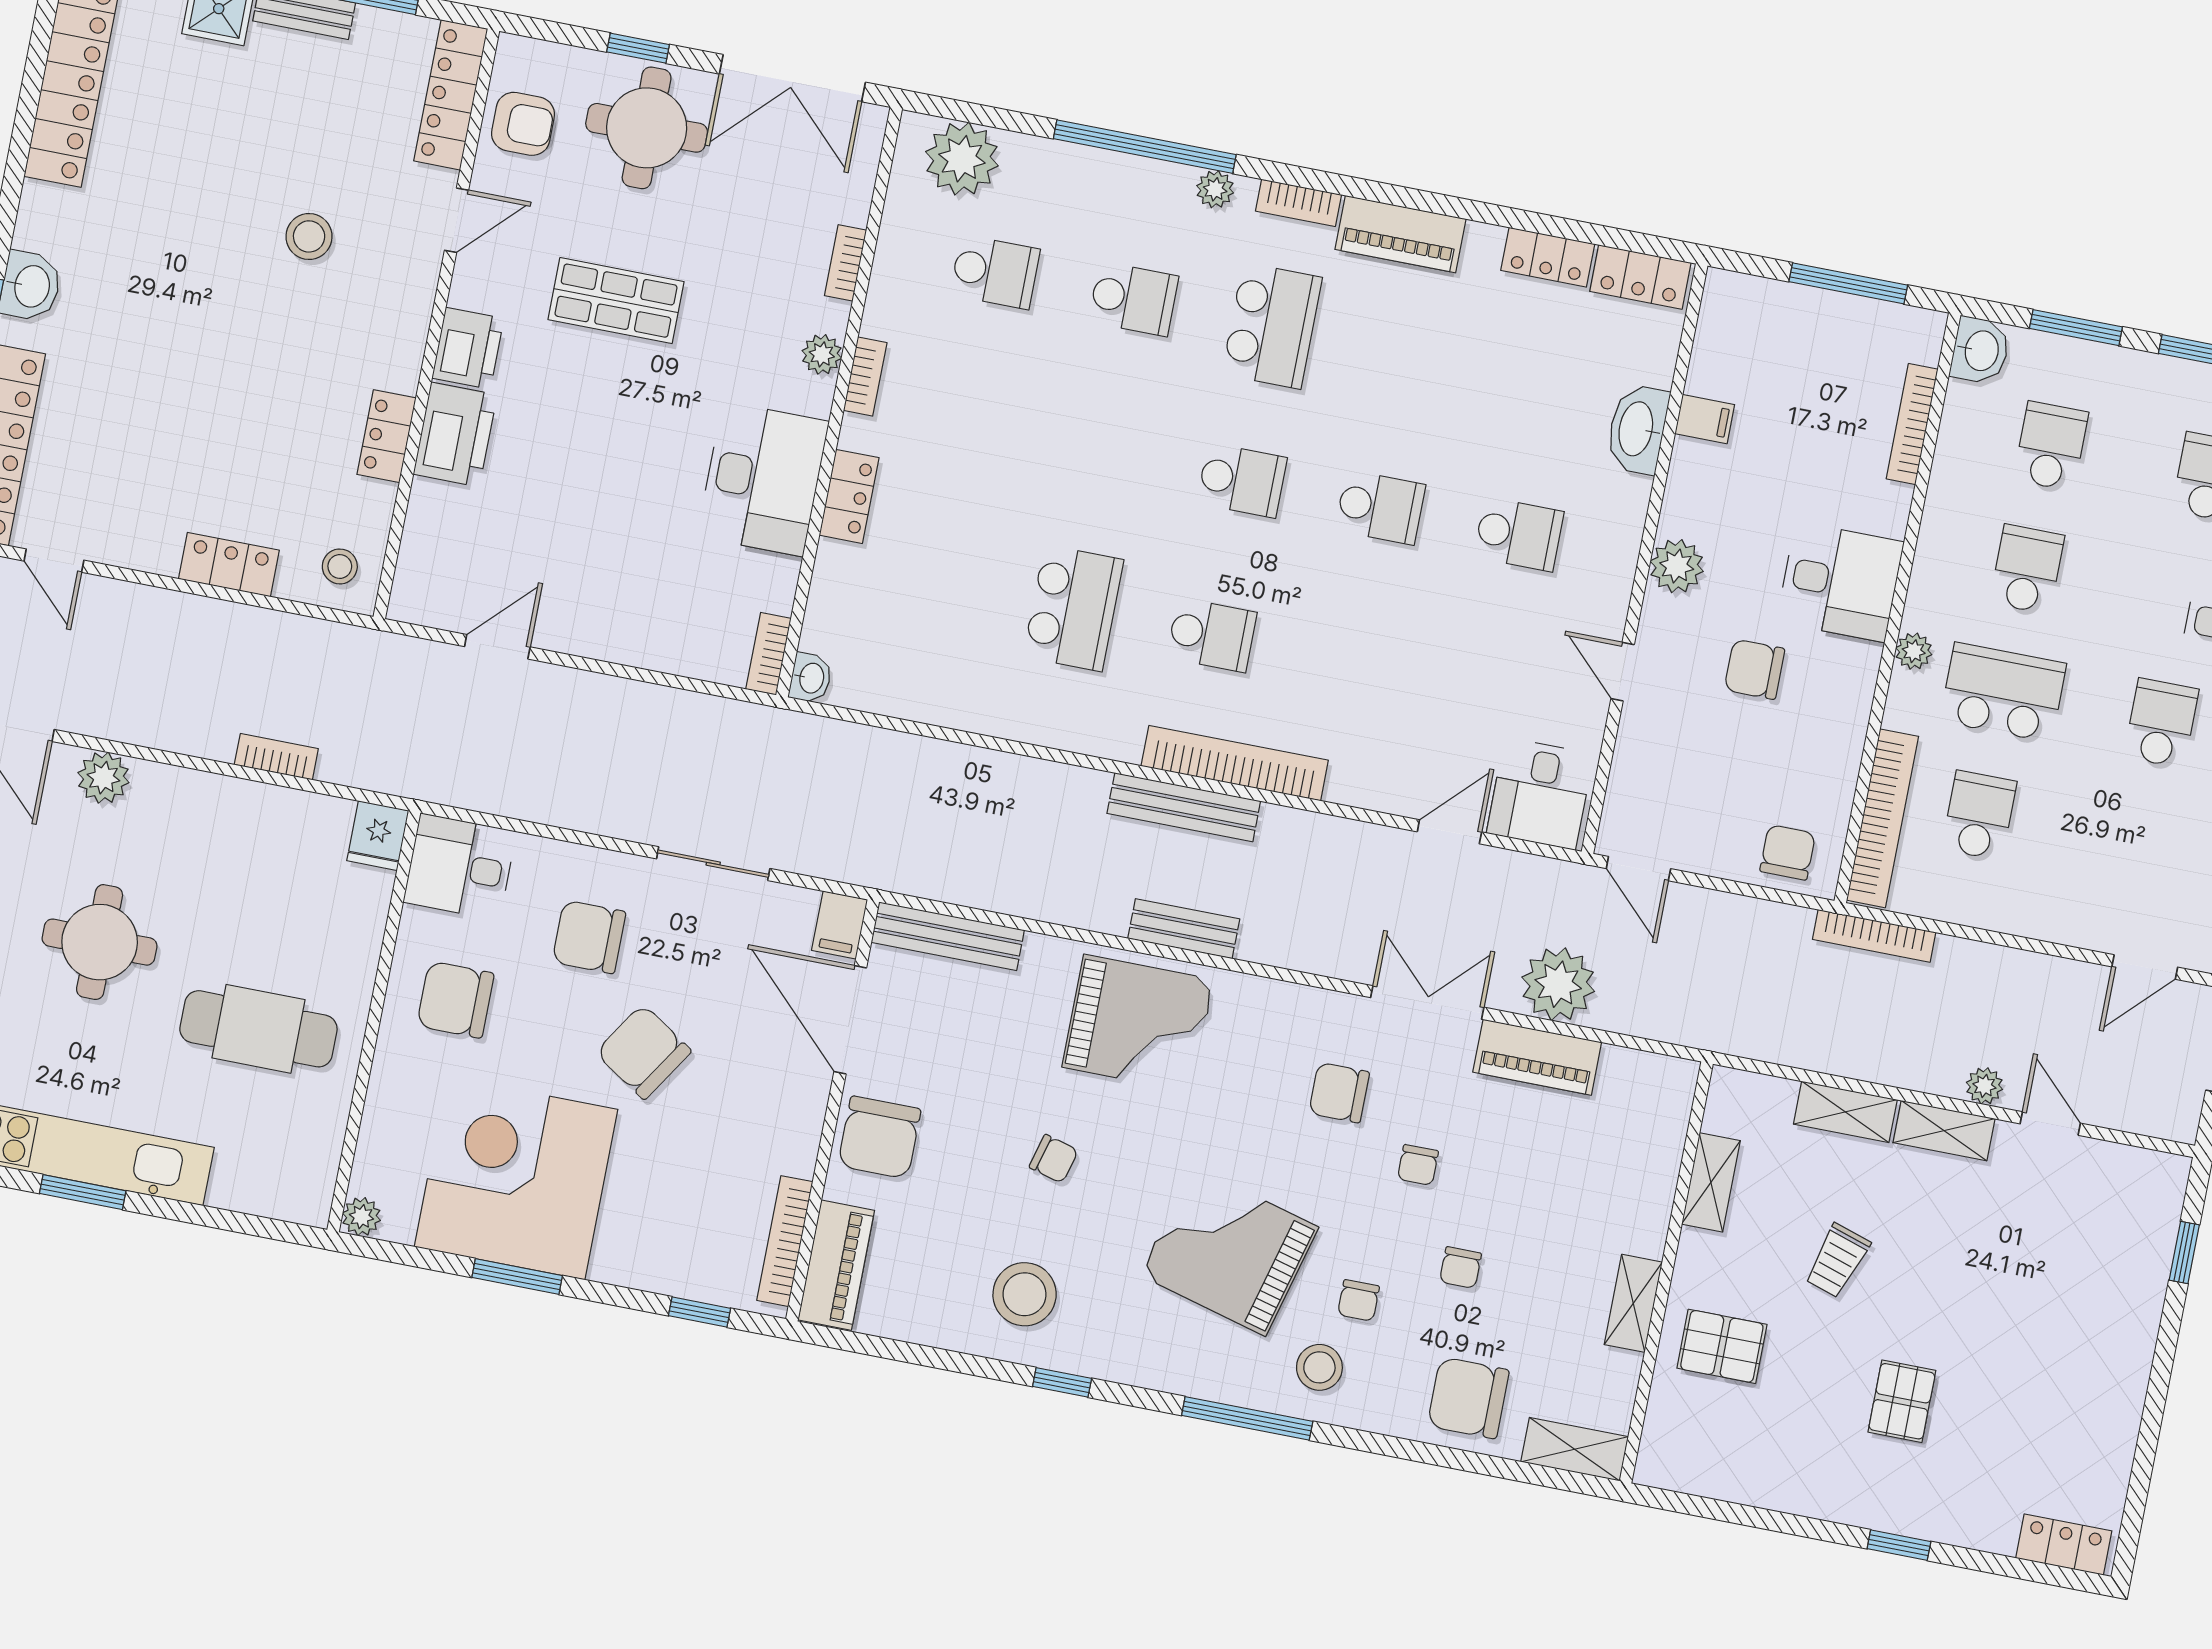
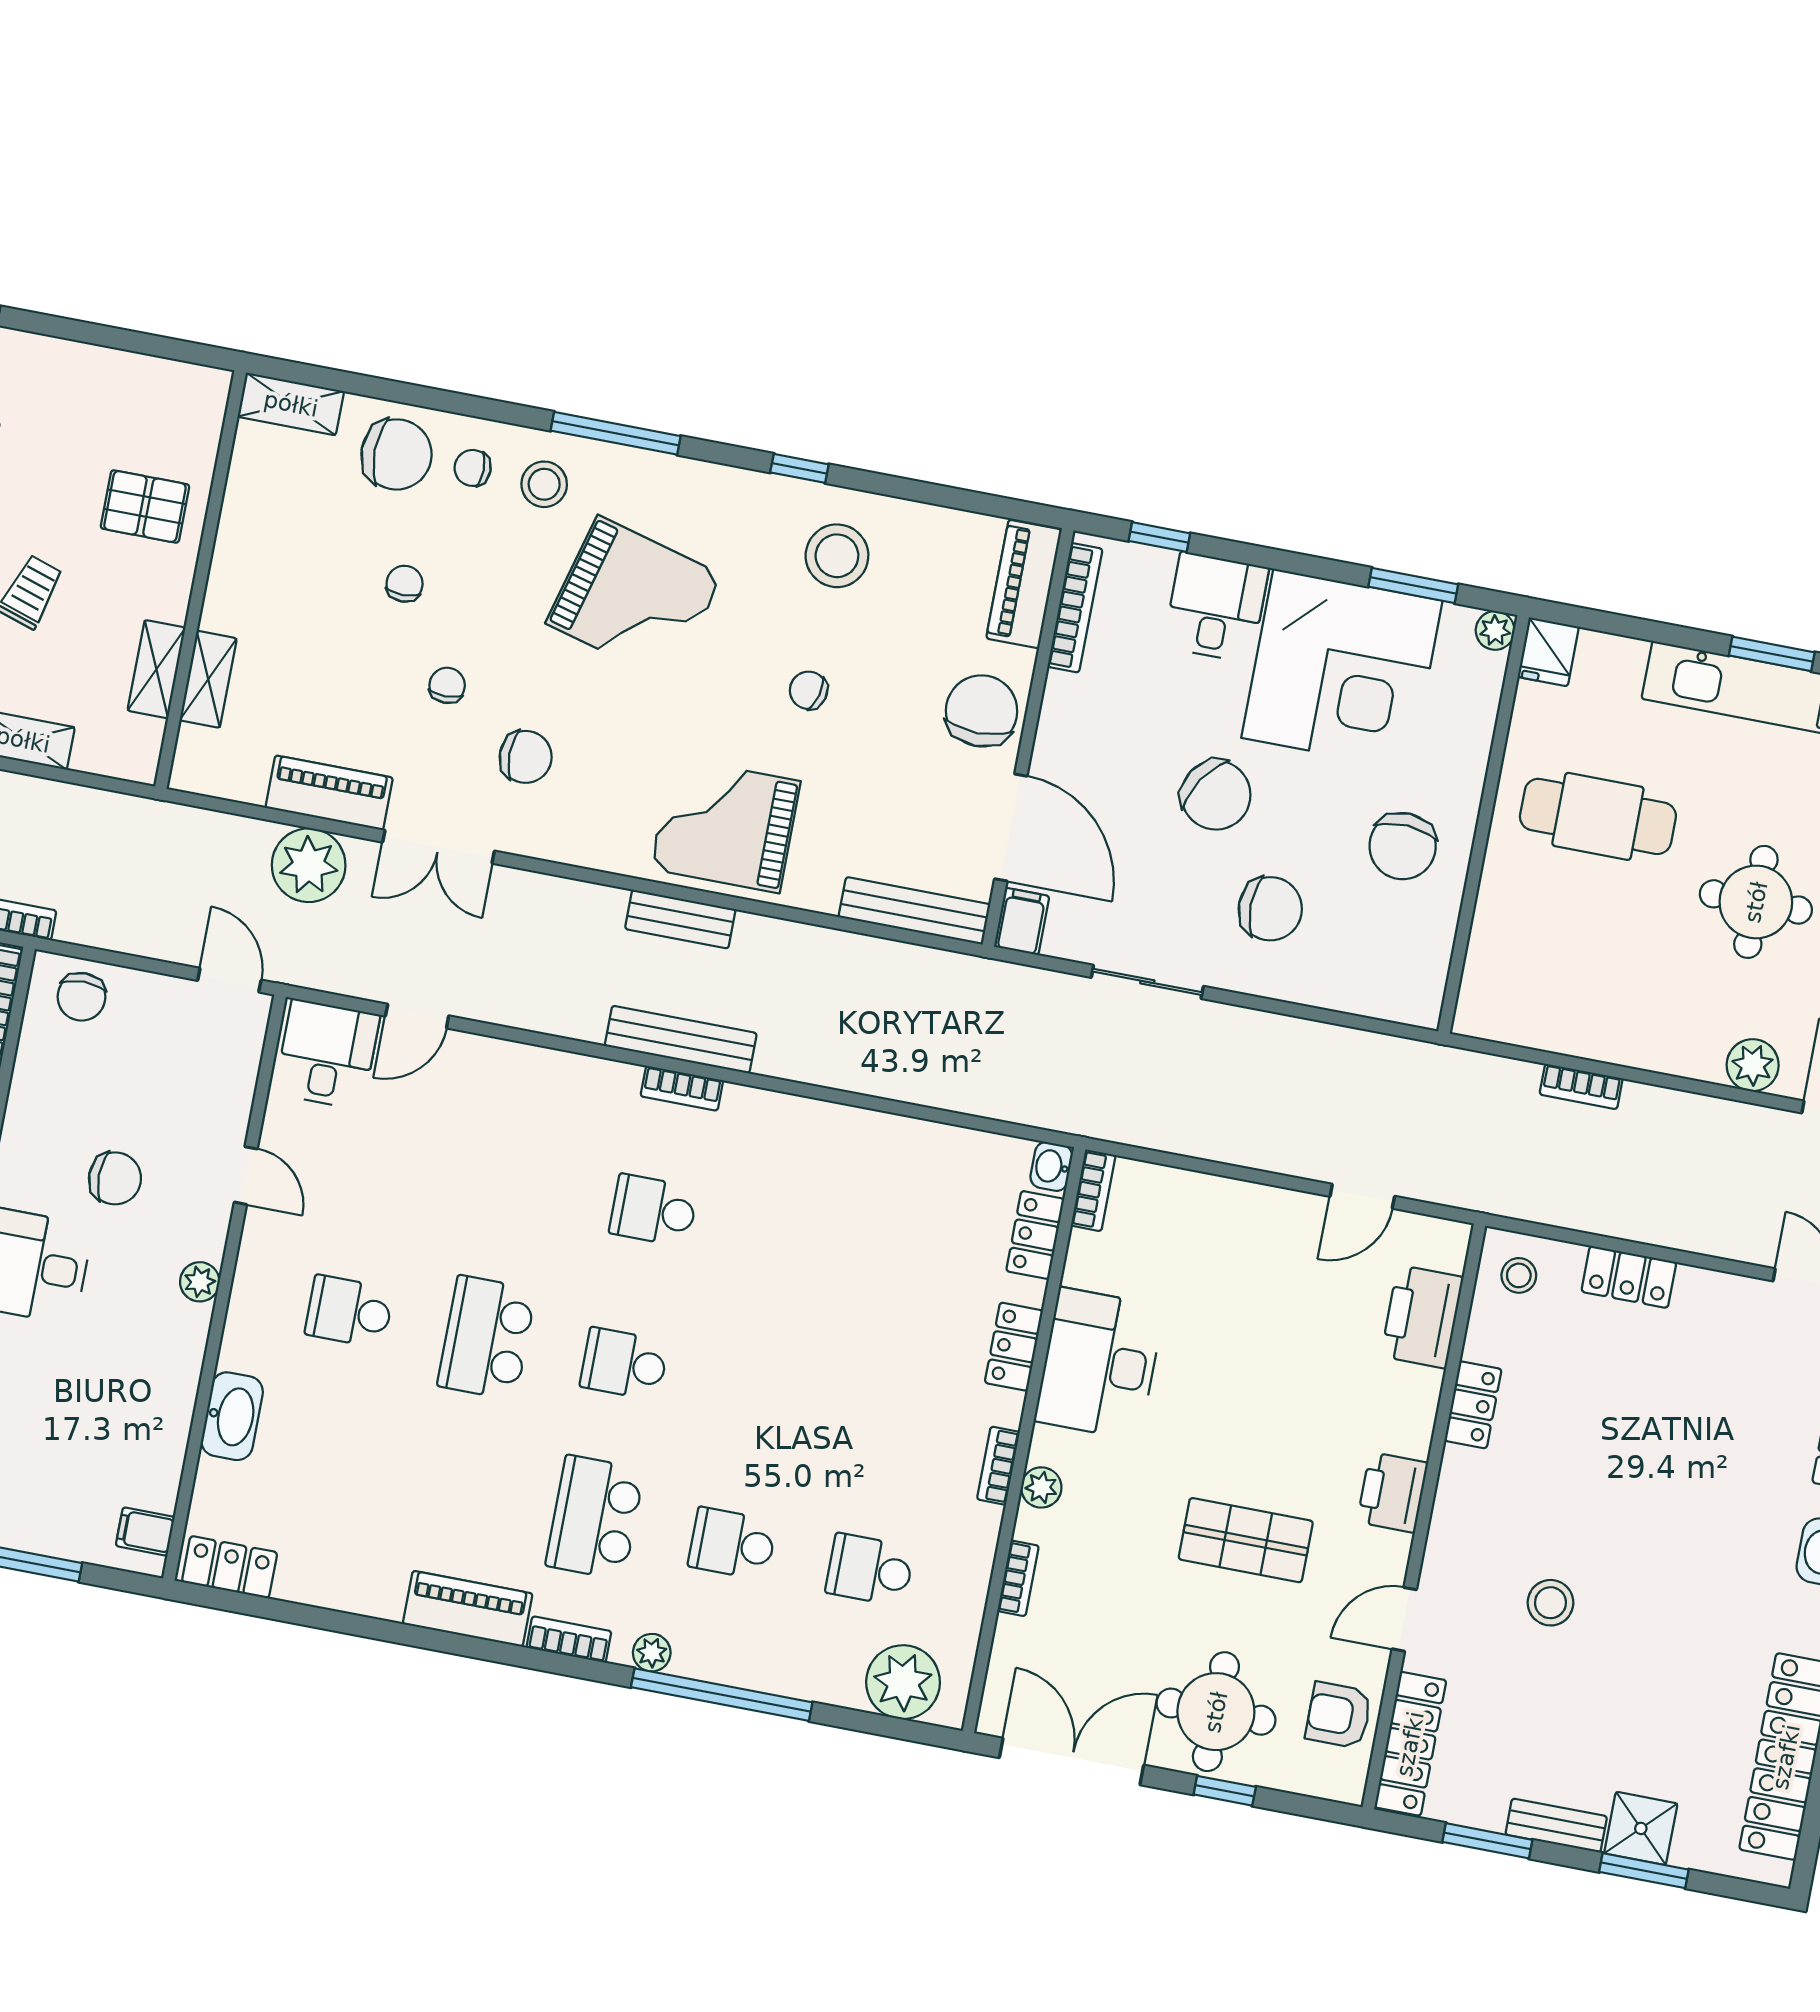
locker: (1548, 257) -> (1035, 1235), moved, turned -90
filing cabinet: (1705, 419) -> (145, 1531), moved
printer: (455, 434) -> (1422, 1317), moved
school desk: (1380, 507) -> (487, 1338), width x1.85
plant: (1677, 566) -> (200, 1282), width x0.73, depth x0.73
school desk: (1073, 608) -> (791, 1237), removed
bookcase: (1235, 763) -> (682, 1088), width x0.43, depth x0.76
fridge: (378, 836) -> (1548, 652), moved, turned 180
desk: (460, 867) -> (1216, 607), moved, turned -90
chair: (455, 1000) -> (1403, 846), turned 93
window: (517, 1277) -> (1413, 585), moved
chair: (1358, 1300) -> (473, 468), moved, turned -90
shelving: (1633, 1303) -> (208, 679), moved

